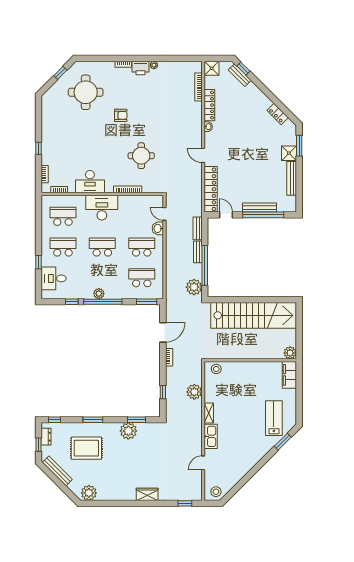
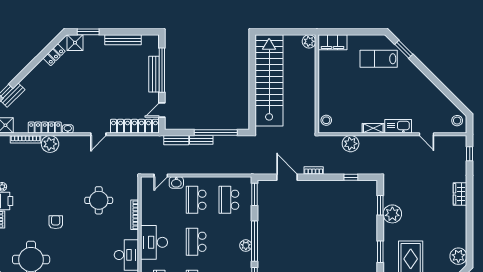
shower: (289, 153) -> (75, 43), moved
plant: (194, 287) -> (50, 144), moved

